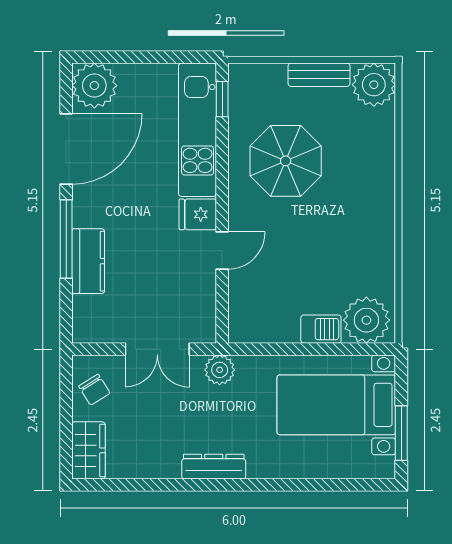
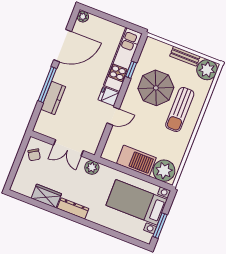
plant: (94, 86) -> (83, 16), width x0.53, depth x0.53
window: (222, 99) -> (131, 70), moved
sun lounger: (350, 185) -> (180, 109), added
barbecue: (321, 329) -> (136, 161), width x1.88, depth x1.53
wardrobe: (88, 450) -> (46, 196), moved, turned -90

